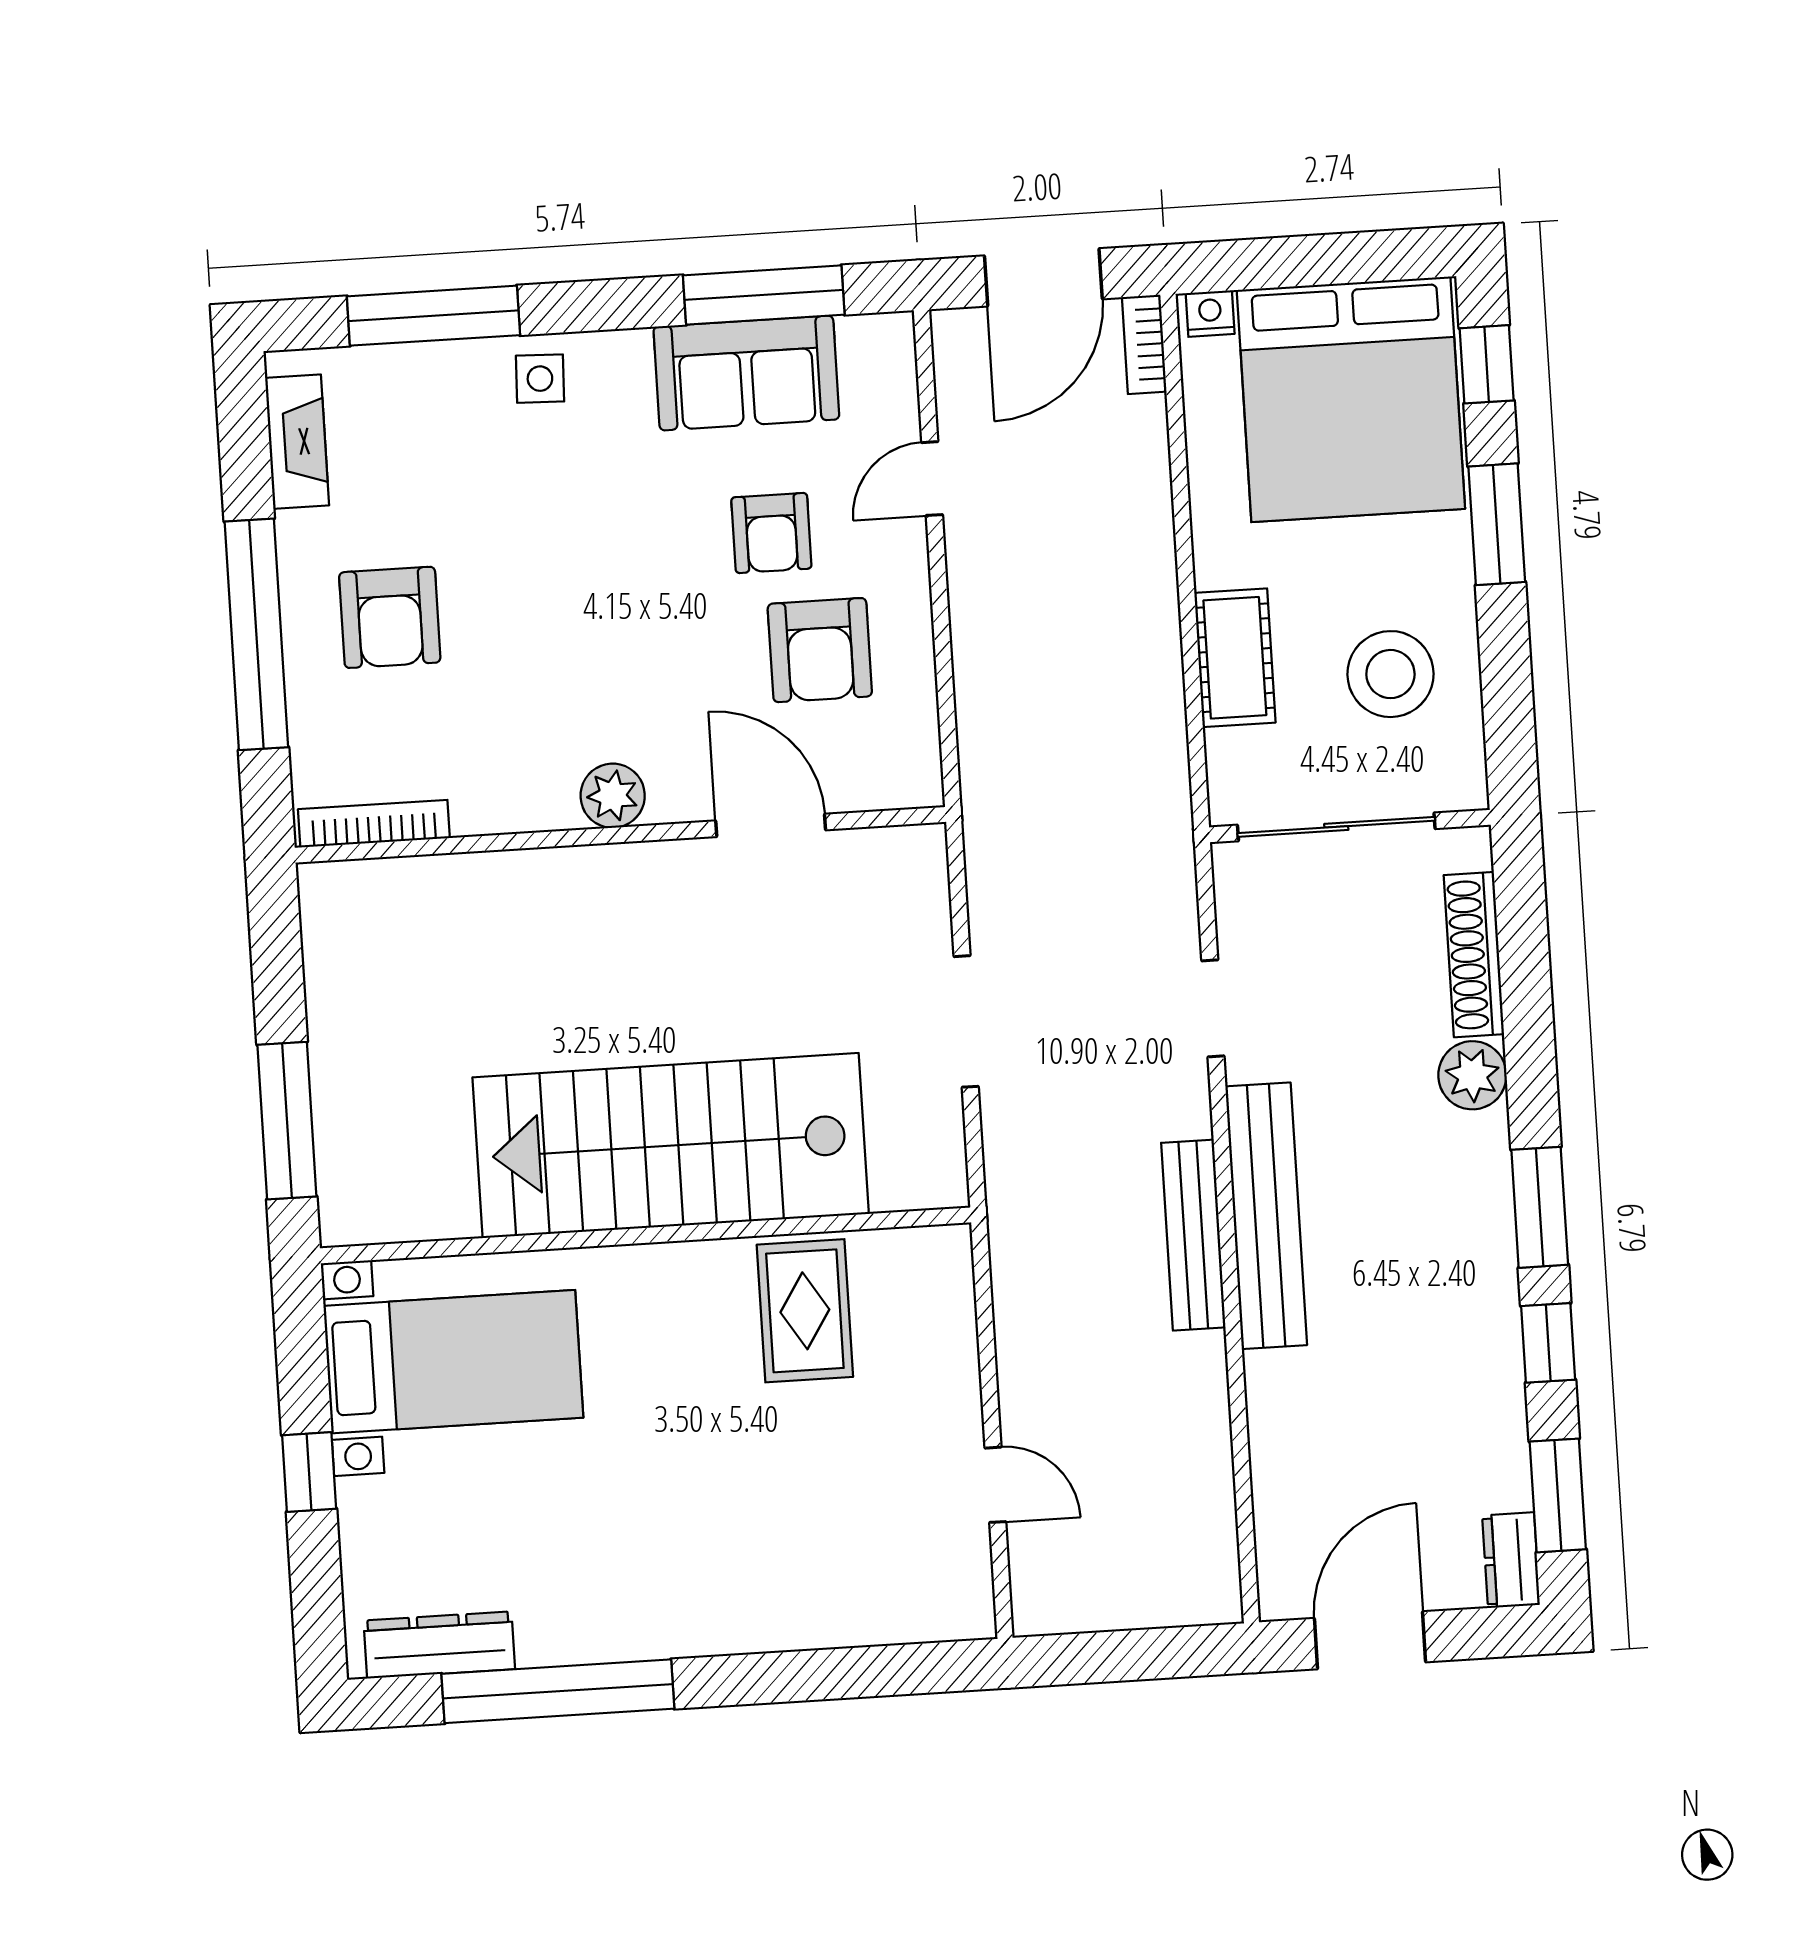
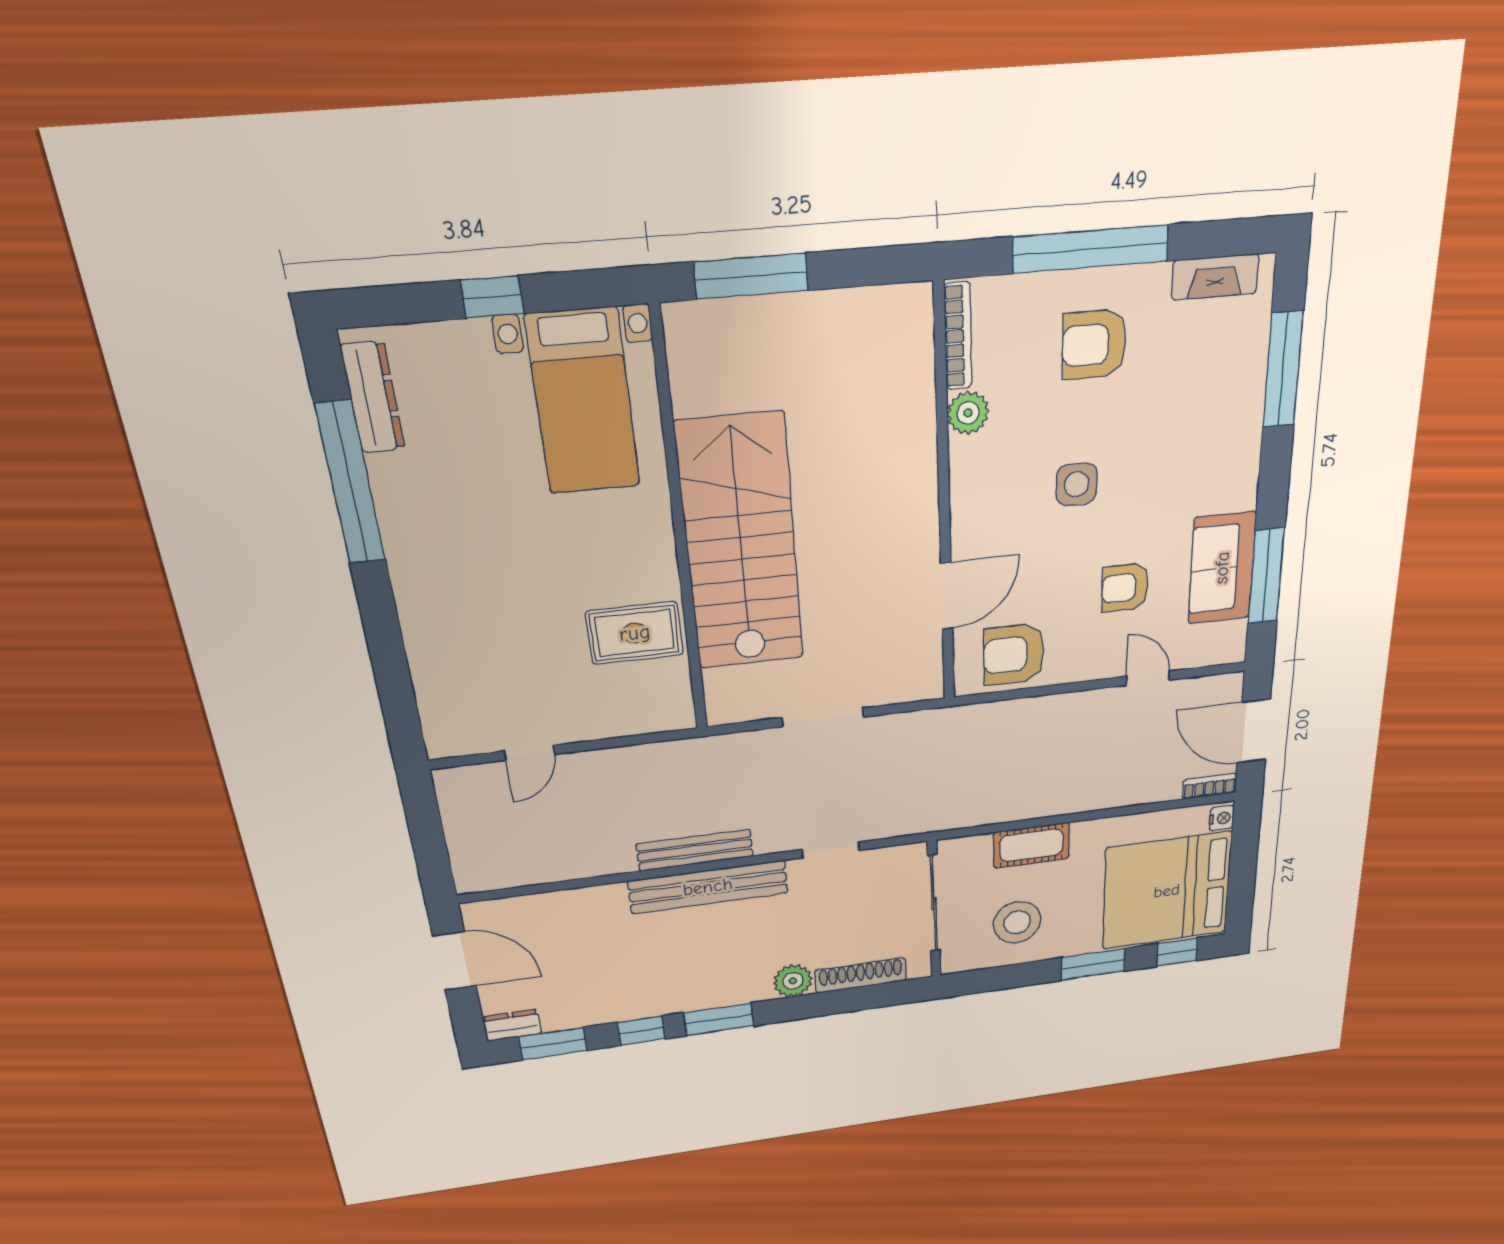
side table: (540, 379) -> (1077, 484), moved, width x1.37, depth x1.37
armchair: (820, 650) -> (1014, 654), moved
plant: (613, 796) -> (968, 413), moved

